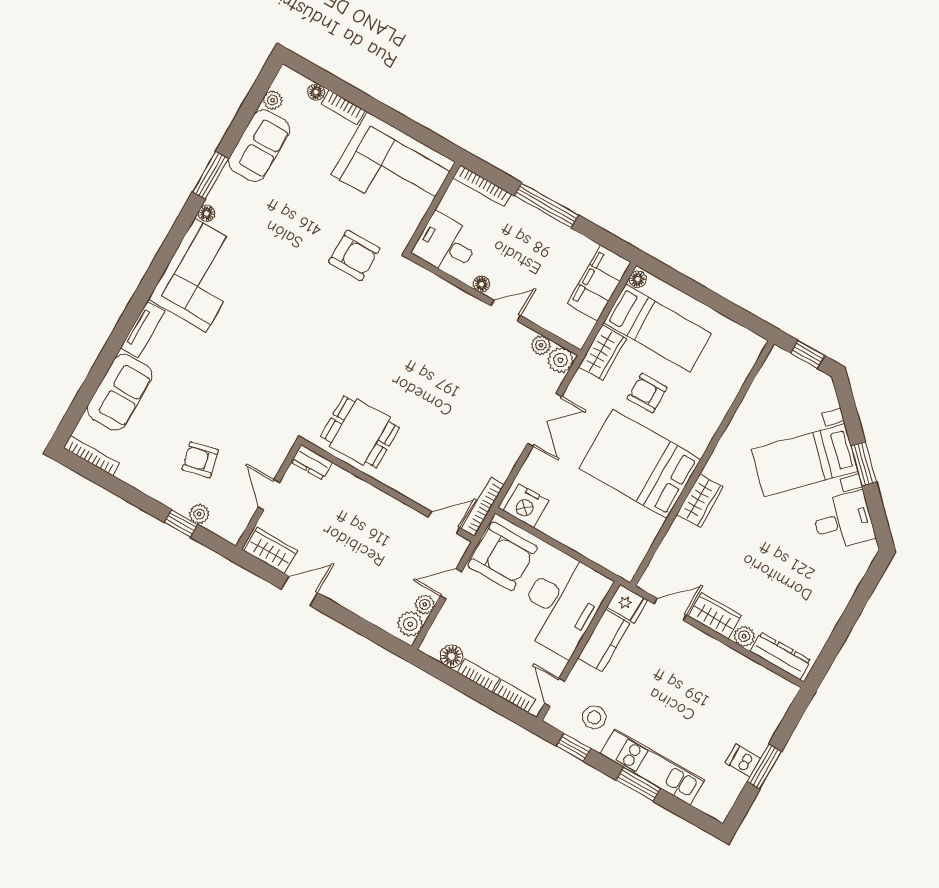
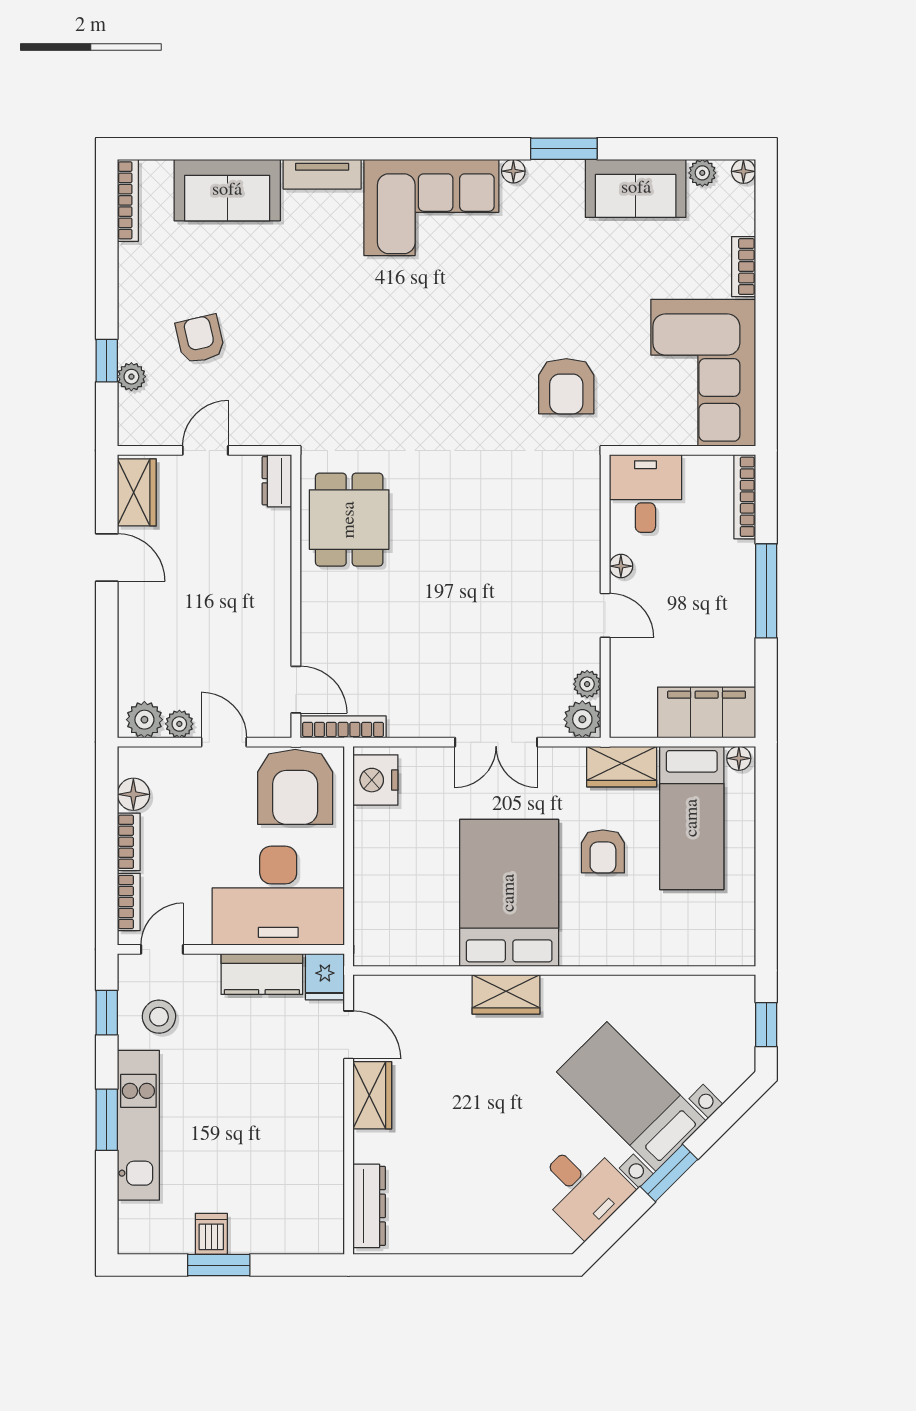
floor lamp: (316, 92) -> (743, 171), moved
armchair: (647, 393) -> (603, 851), turned 180
plant: (744, 636) -> (368, 1146), removed

